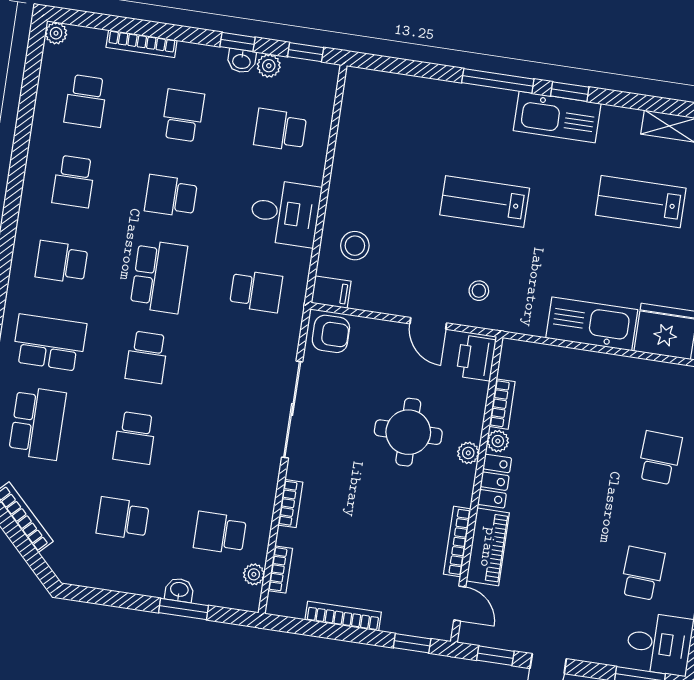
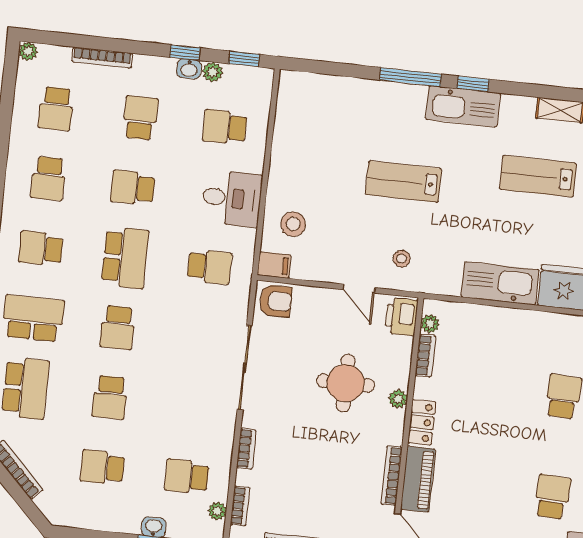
plant: (498, 441) -> (430, 324), moved

